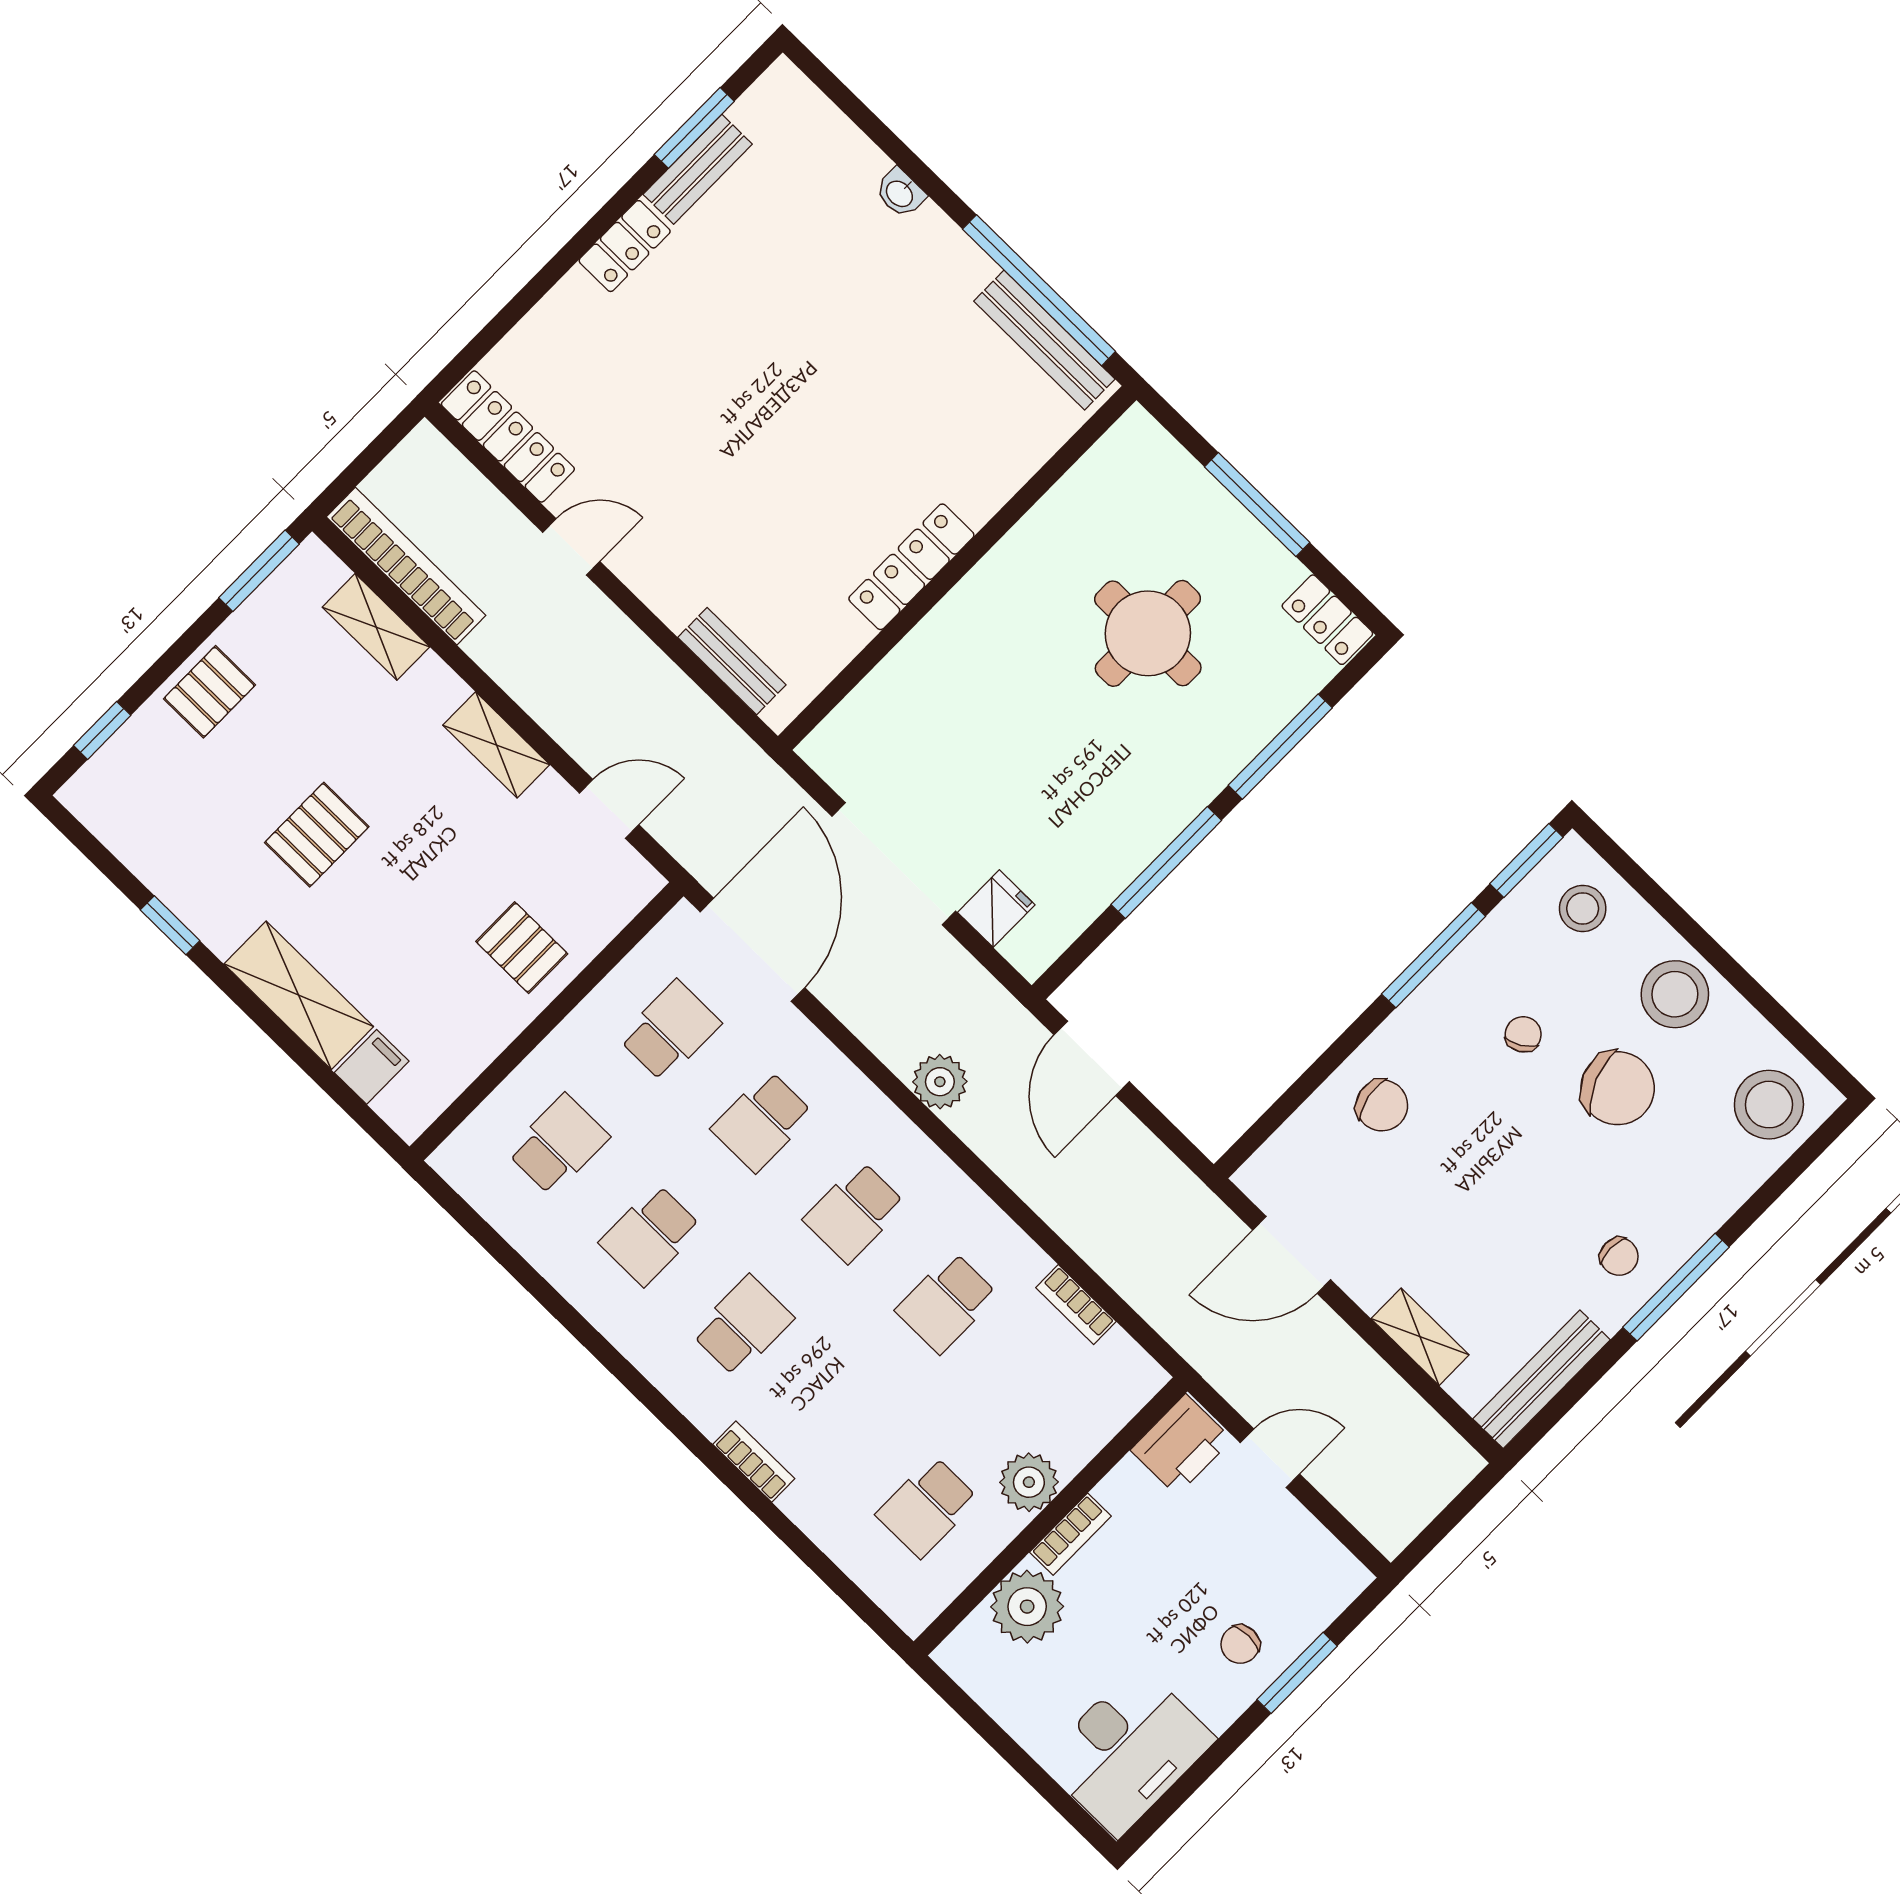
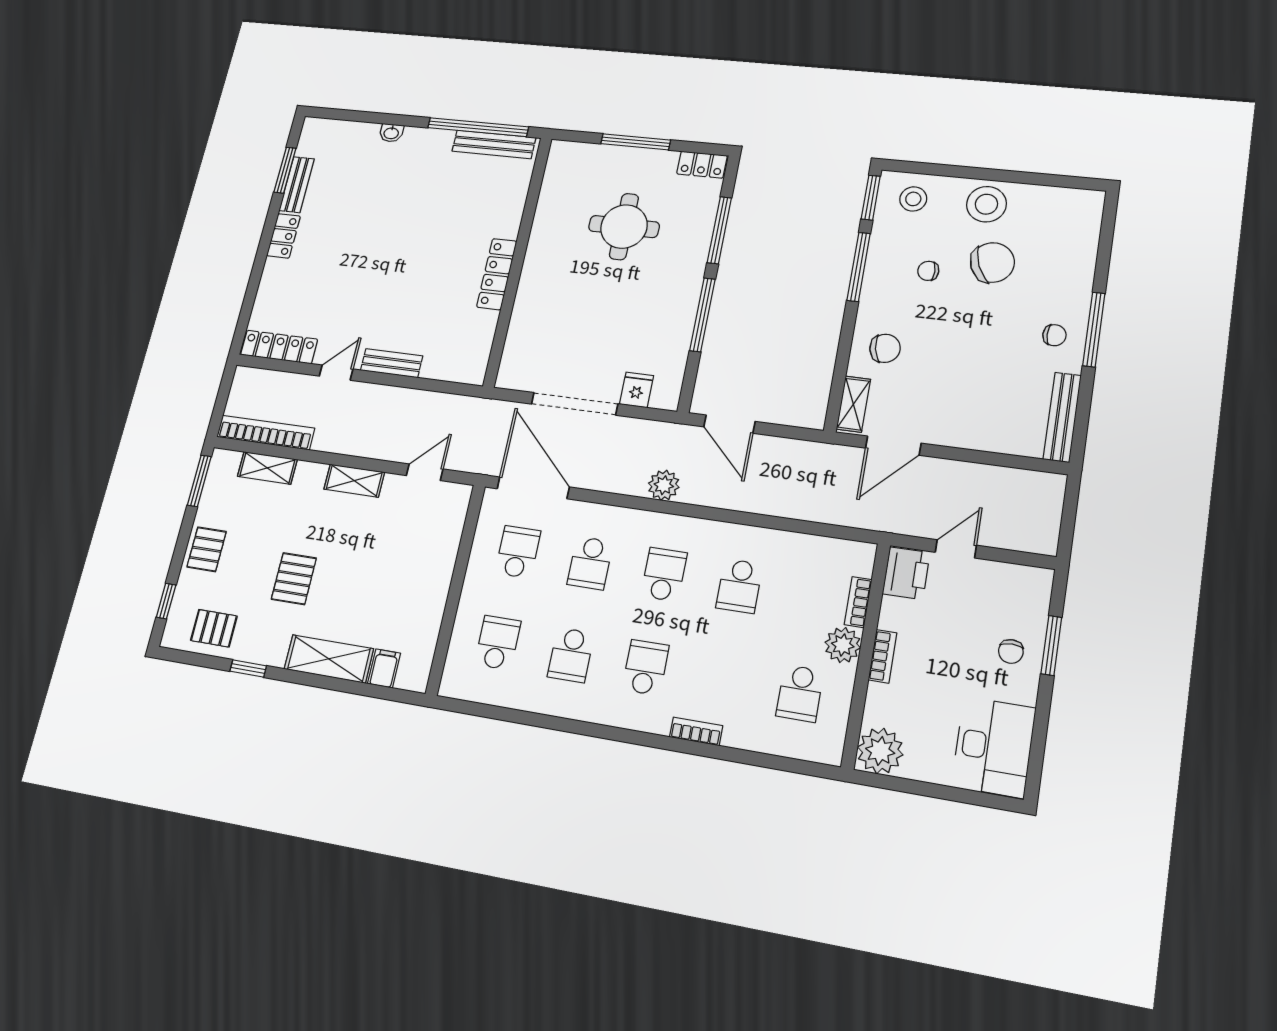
bench: (732, 661) -> (392, 363), moved
pallet: (522, 948) -> (214, 628), moved
chair: (1523, 1034) -> (928, 271), turned -59
stool: (1769, 1105) -> (1071, 219), removed
school desk: (854, 1212) -> (664, 574), turned 180
bookcase: (1076, 1305) -> (858, 602), moved, turned 90
shelving: (1420, 1337) -> (853, 404), moved, turned 90
plant: (1027, 1607) -> (880, 751), moved

